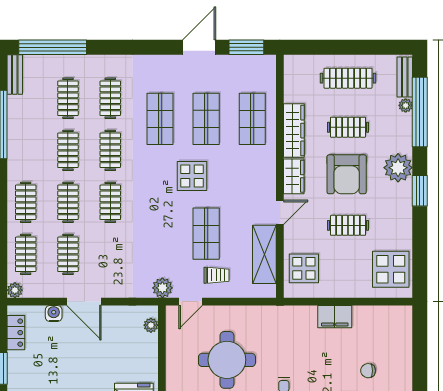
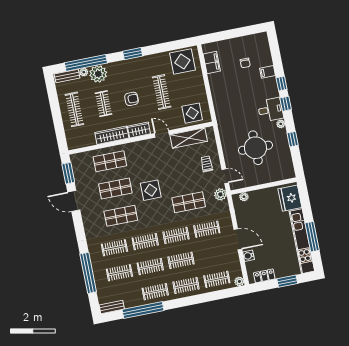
window: (53, 47) -> (88, 273), moved
clothes rail: (26, 150) -> (155, 292), added
plant: (398, 168) -> (98, 74), moved
armchair: (347, 174) -> (132, 99), width x0.53, depth x0.53
clothes rail: (348, 225) -> (162, 92), width x1.36
shop shelf: (206, 234) -> (189, 202), moved
clothes rail: (68, 254) -> (207, 229), moved
door: (84, 302) -> (238, 239), hinge flipped
filing cabinet: (335, 317) -> (212, 62), moved

